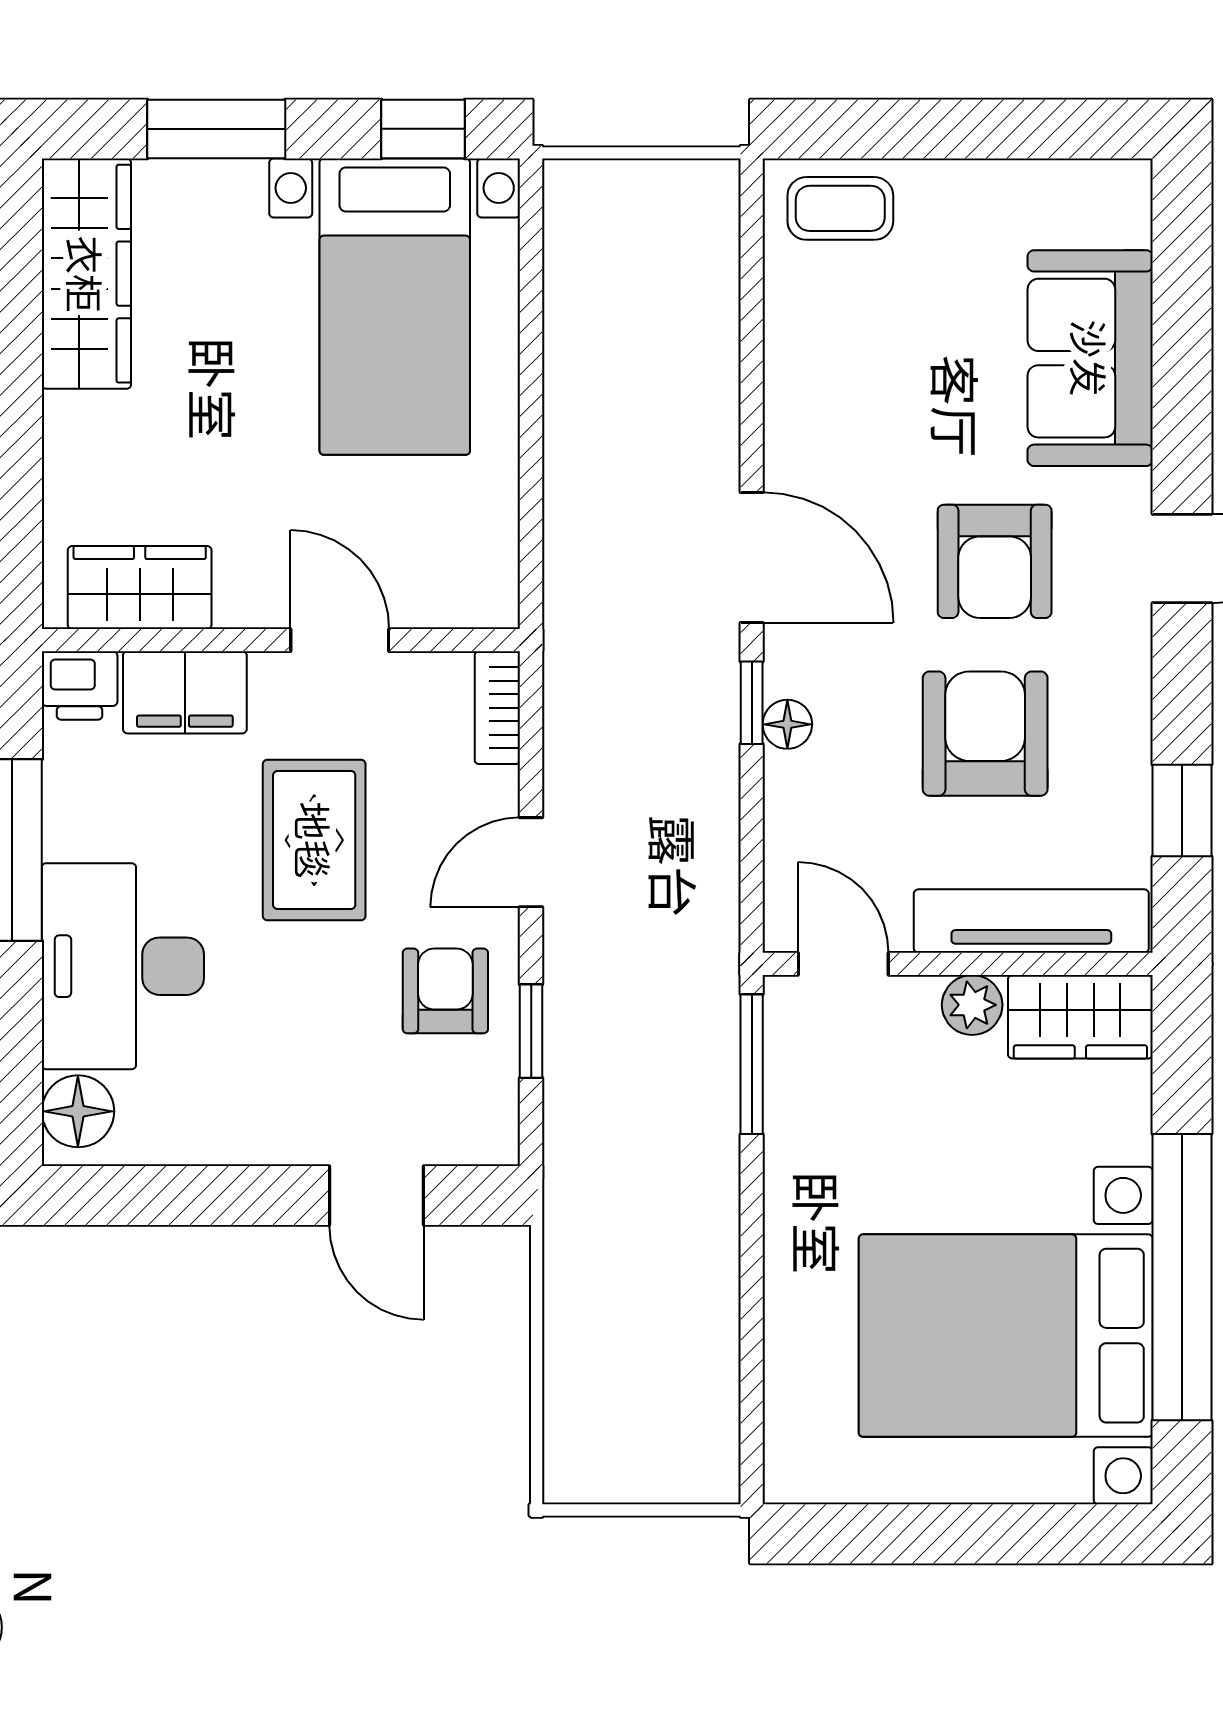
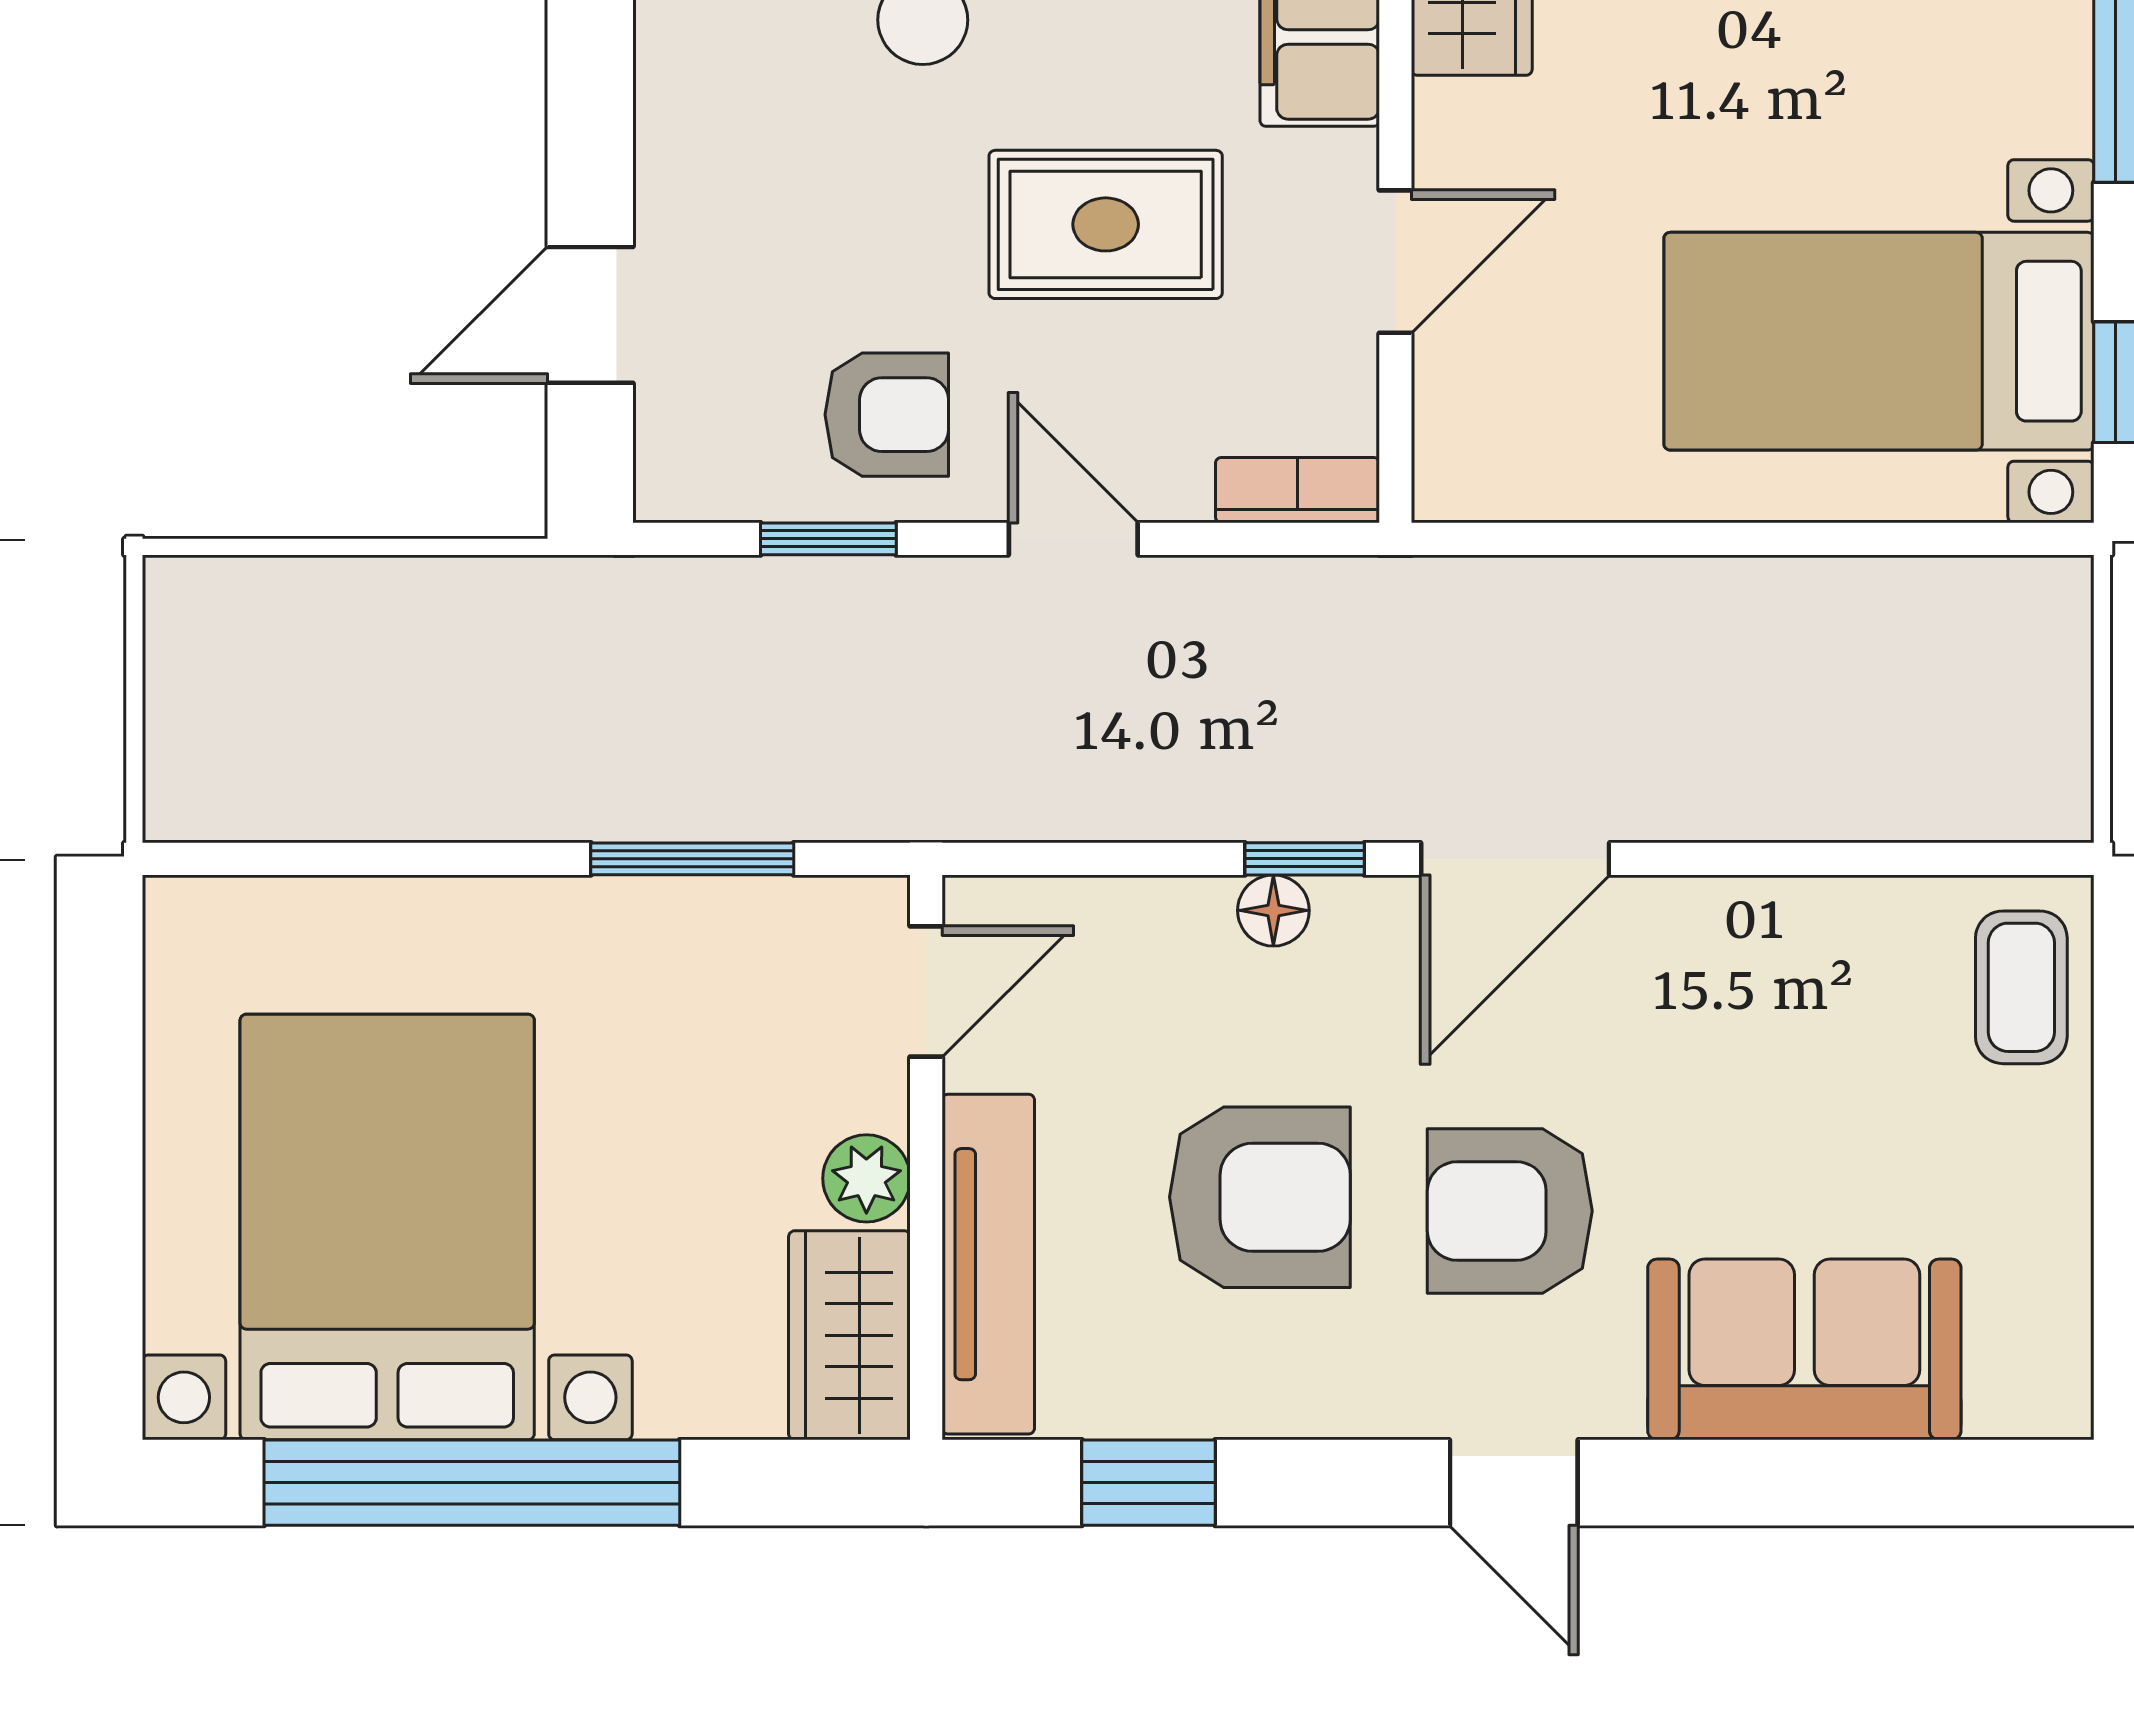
window: (752, 1064) -> (692, 859), moved

